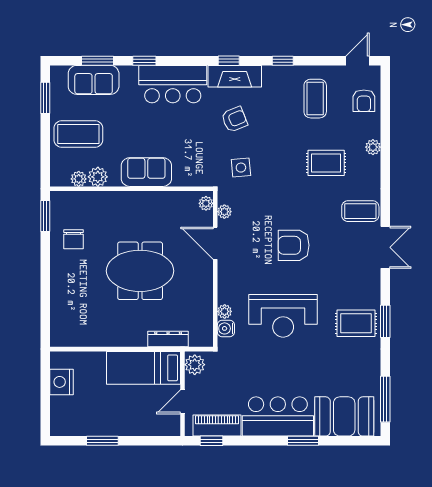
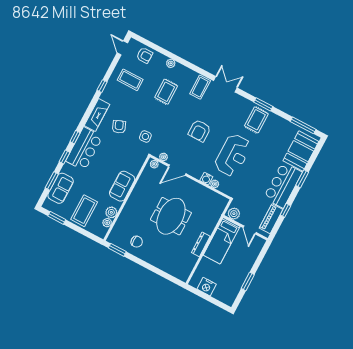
window: (229, 61) -> (75, 137), moved
water cooler: (226, 328) -> (206, 179), moved
dresser: (168, 339) -> (201, 244), moved
window: (212, 441) -> (285, 210), moved

